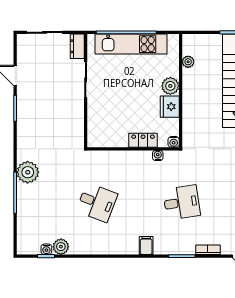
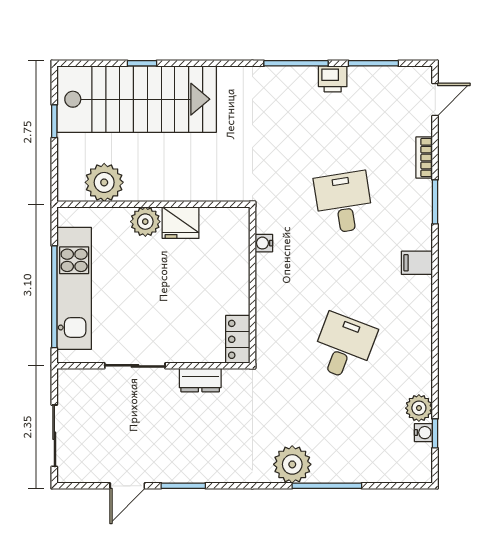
dresser: (77, 46) -> (200, 380), moved
plant: (188, 62) -> (104, 182), width x1.88, depth x1.88
locker: (143, 140) -> (238, 339), moved
water cooler: (174, 142) -> (241, 216), removed

